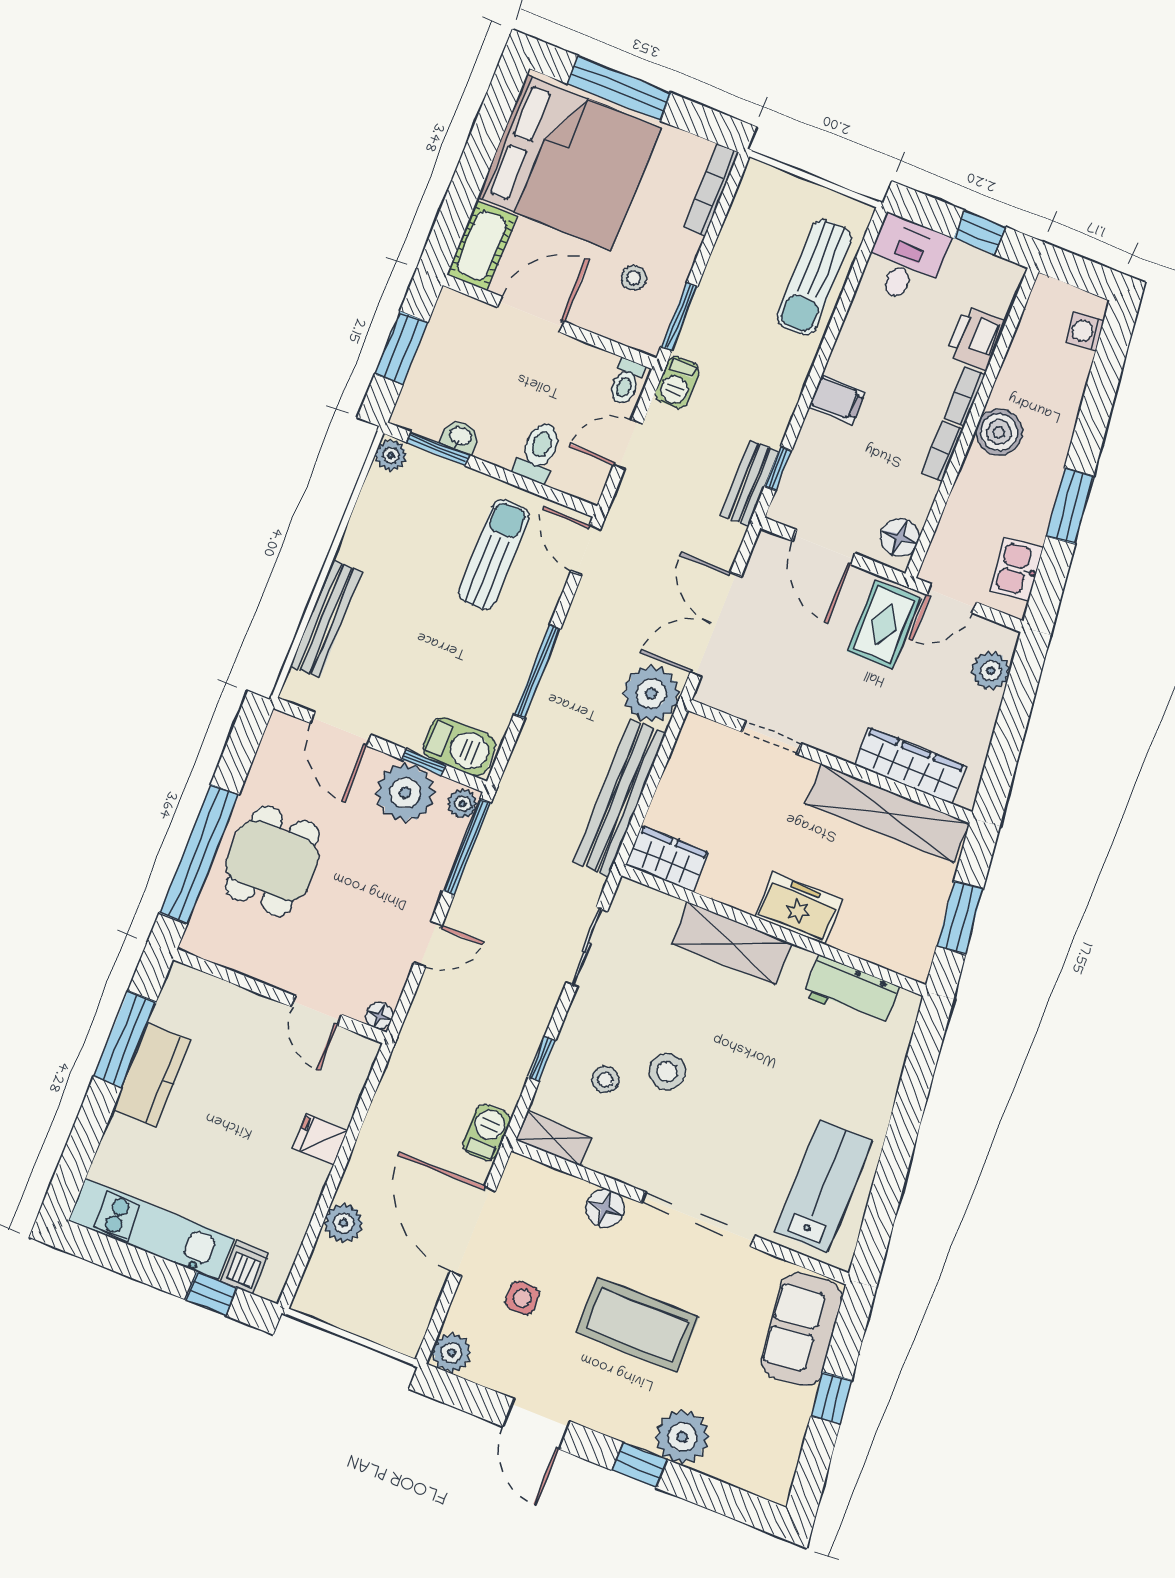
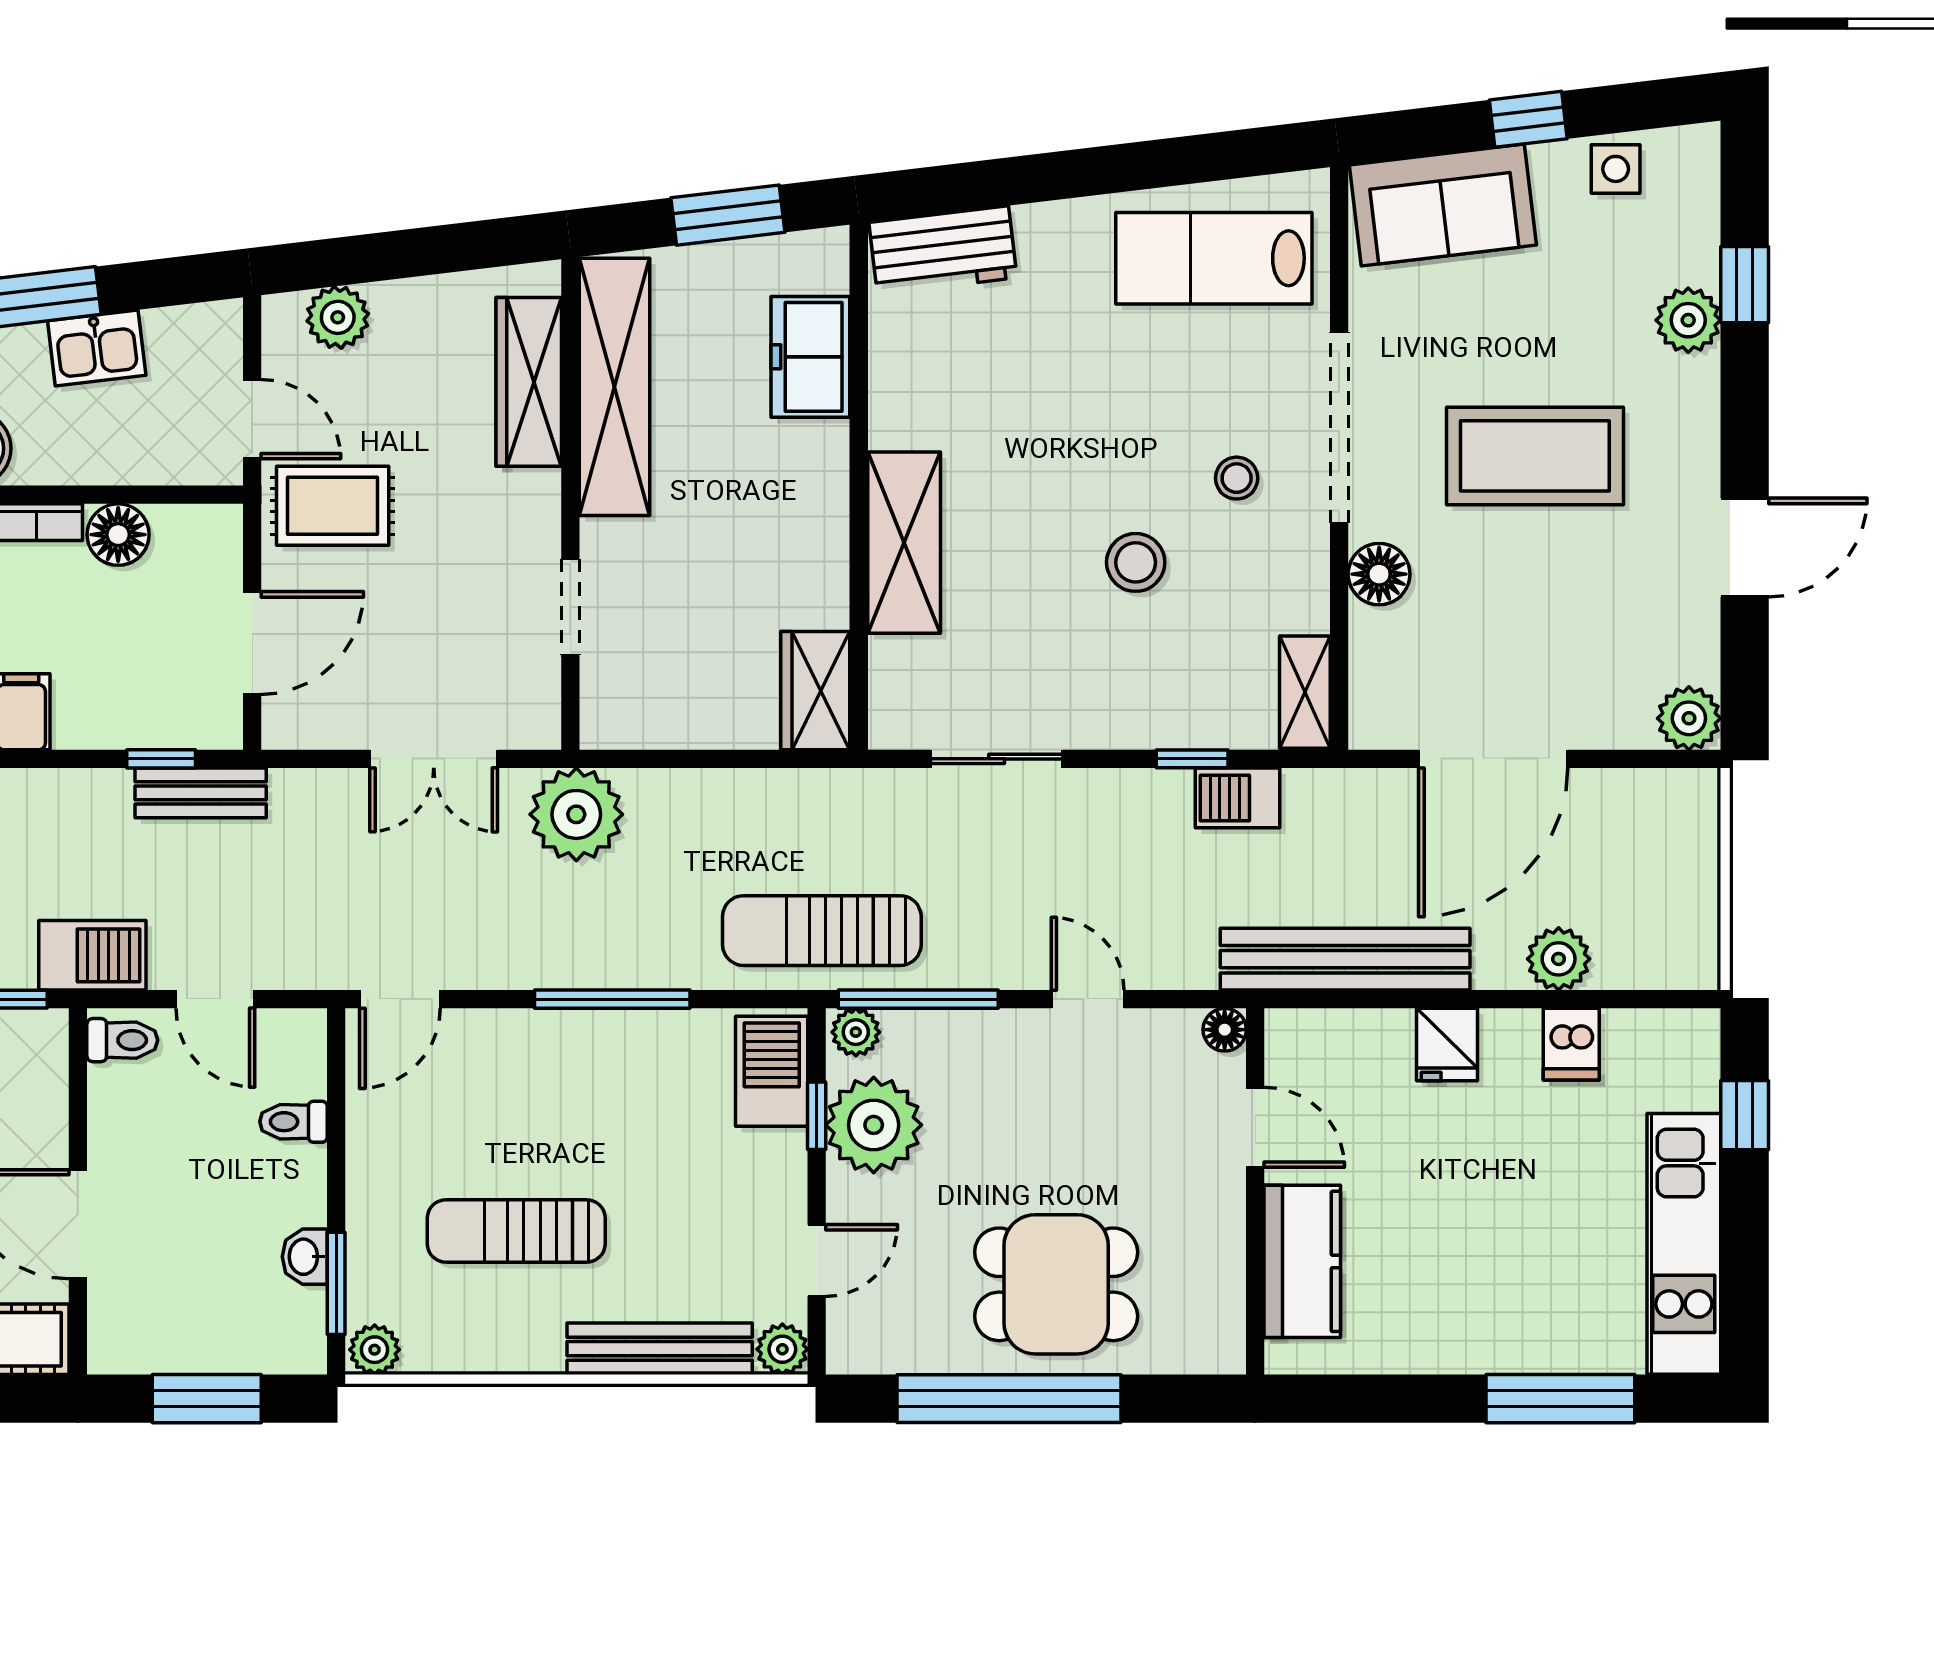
barbecue: (677, 382) -> (92, 955), width x1.38, depth x1.27
toilet: (539, 452) -> (294, 1122), width x0.73, depth x0.72
floor lamp: (900, 537) -> (118, 535), moved
sun lounger: (494, 554) -> (516, 1231), moved
kitchen sink: (1017, 569) -> (97, 348), moved
double door: (716, 625) -> (434, 759), width x0.73
plant: (298, 689) -> (782, 1349), added
door: (341, 729) -> (817, 1260), width x0.73
bench: (620, 798) -> (1345, 959), moved
sun lounger: (528, 808) -> (822, 931), added
window: (199, 854) -> (1009, 1399), moved
freezer: (799, 908) -> (810, 357), moved
workbench: (851, 991) -> (943, 250), moved, turned 83
door: (317, 1011) -> (1255, 1127), hinge flipped
window: (125, 1039) -> (1560, 1399), moved
kitchen counter: (152, 1075) -> (1302, 1261), moved, turned 90
stool: (605, 1080) -> (1237, 478), moved
barbecue: (487, 1132) -> (1237, 798), moved
dishwasher: (245, 1267) -> (1571, 1044), moved, turned -90
side table: (522, 1298) -> (1616, 169), moved
coffee table: (637, 1325) -> (1535, 456), turned 90
plant: (682, 1437) -> (1688, 320), width x0.73, depth x0.73
window: (639, 1465) -> (1745, 285), moved

